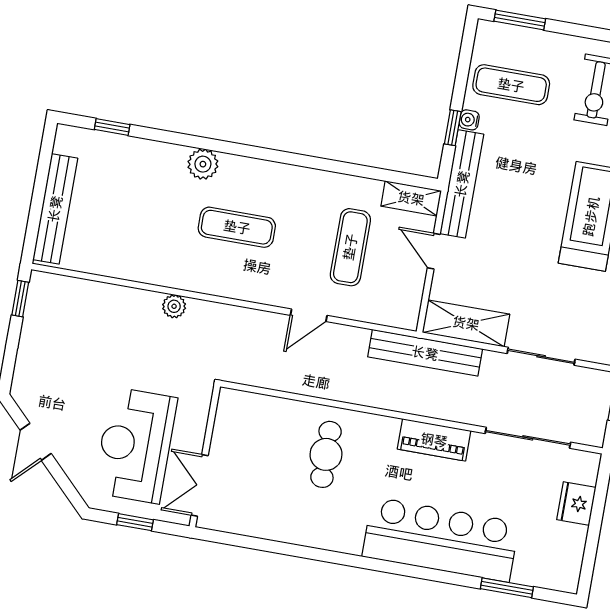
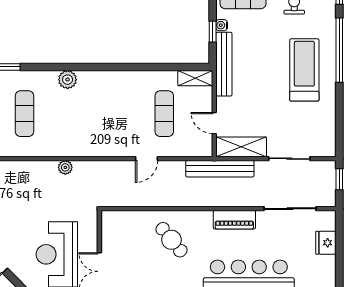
exercise mat: (237, 227) -> (25, 114), moved, turned 90
door: (434, 251) -> (214, 123), moved
cafe table: (326, 454) -> (171, 240), turned -39

